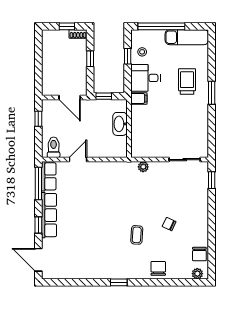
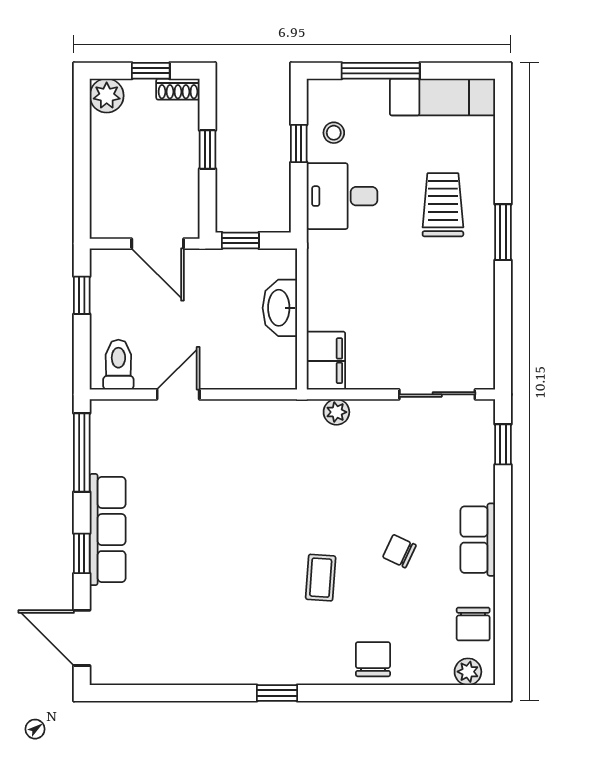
window: (161, 26) -> (381, 71), width x0.68
plant: (49, 37) -> (107, 96), added
filing cabinet: (139, 98) -> (326, 361), moved, width x2.00
row of seats: (49, 176) -> (478, 540), moved, turned 180

